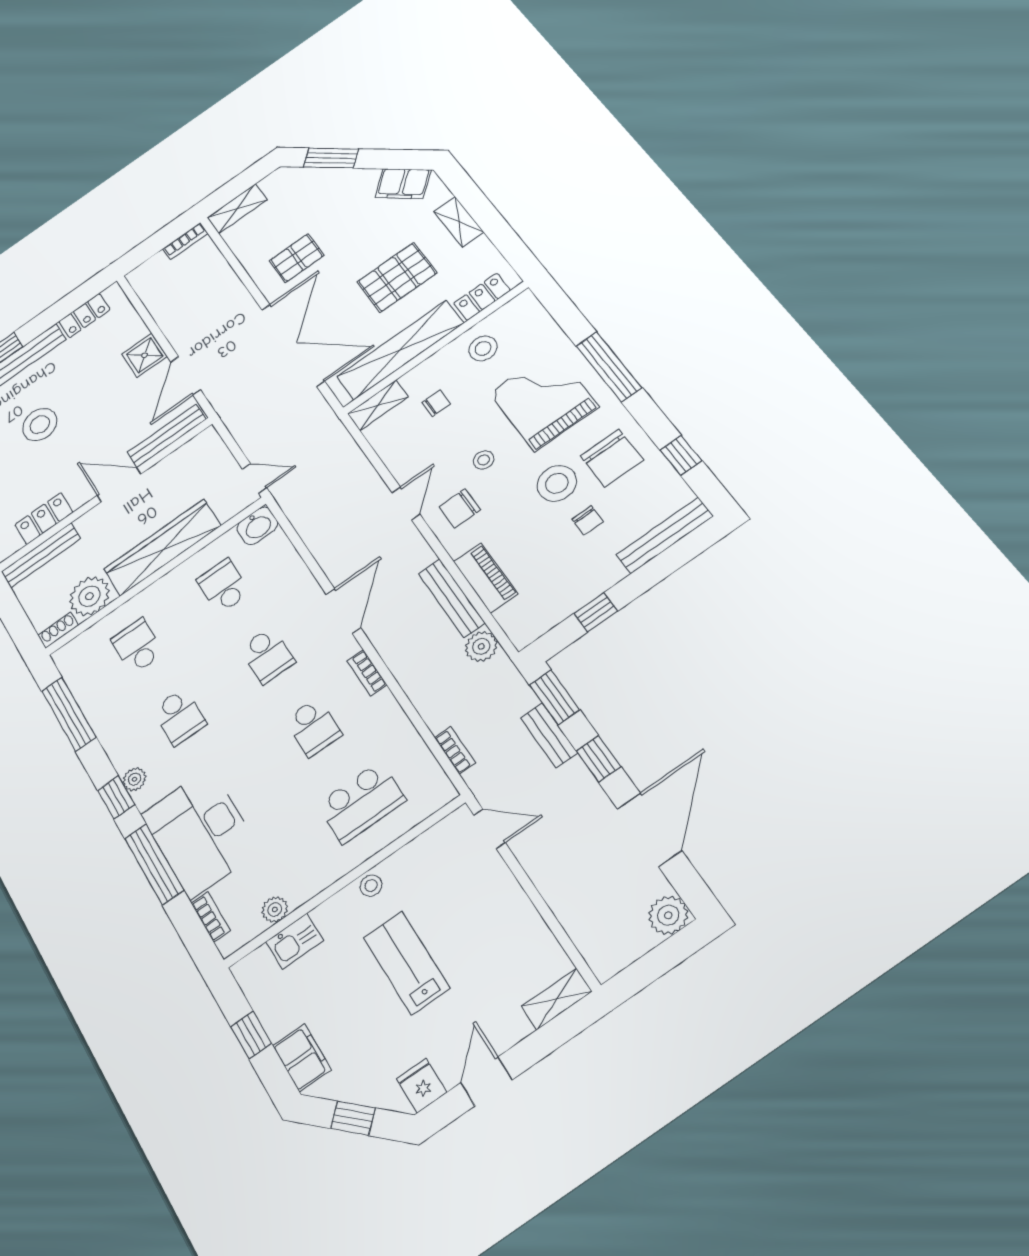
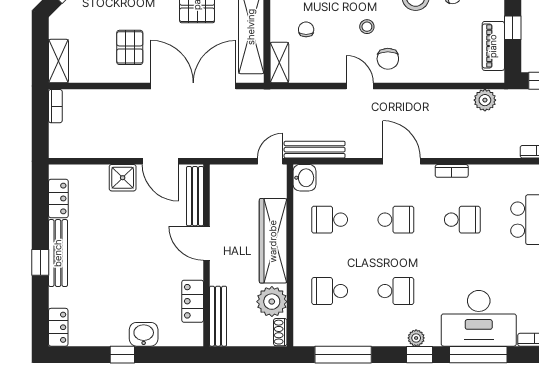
stool: (40, 425) -> (119, 269), removed
door: (119, 485) -> (206, 243), hinge flipped
piano: (486, 578) -> (493, 46), moved, turned -90
bench: (452, 598) -> (315, 150), moved

